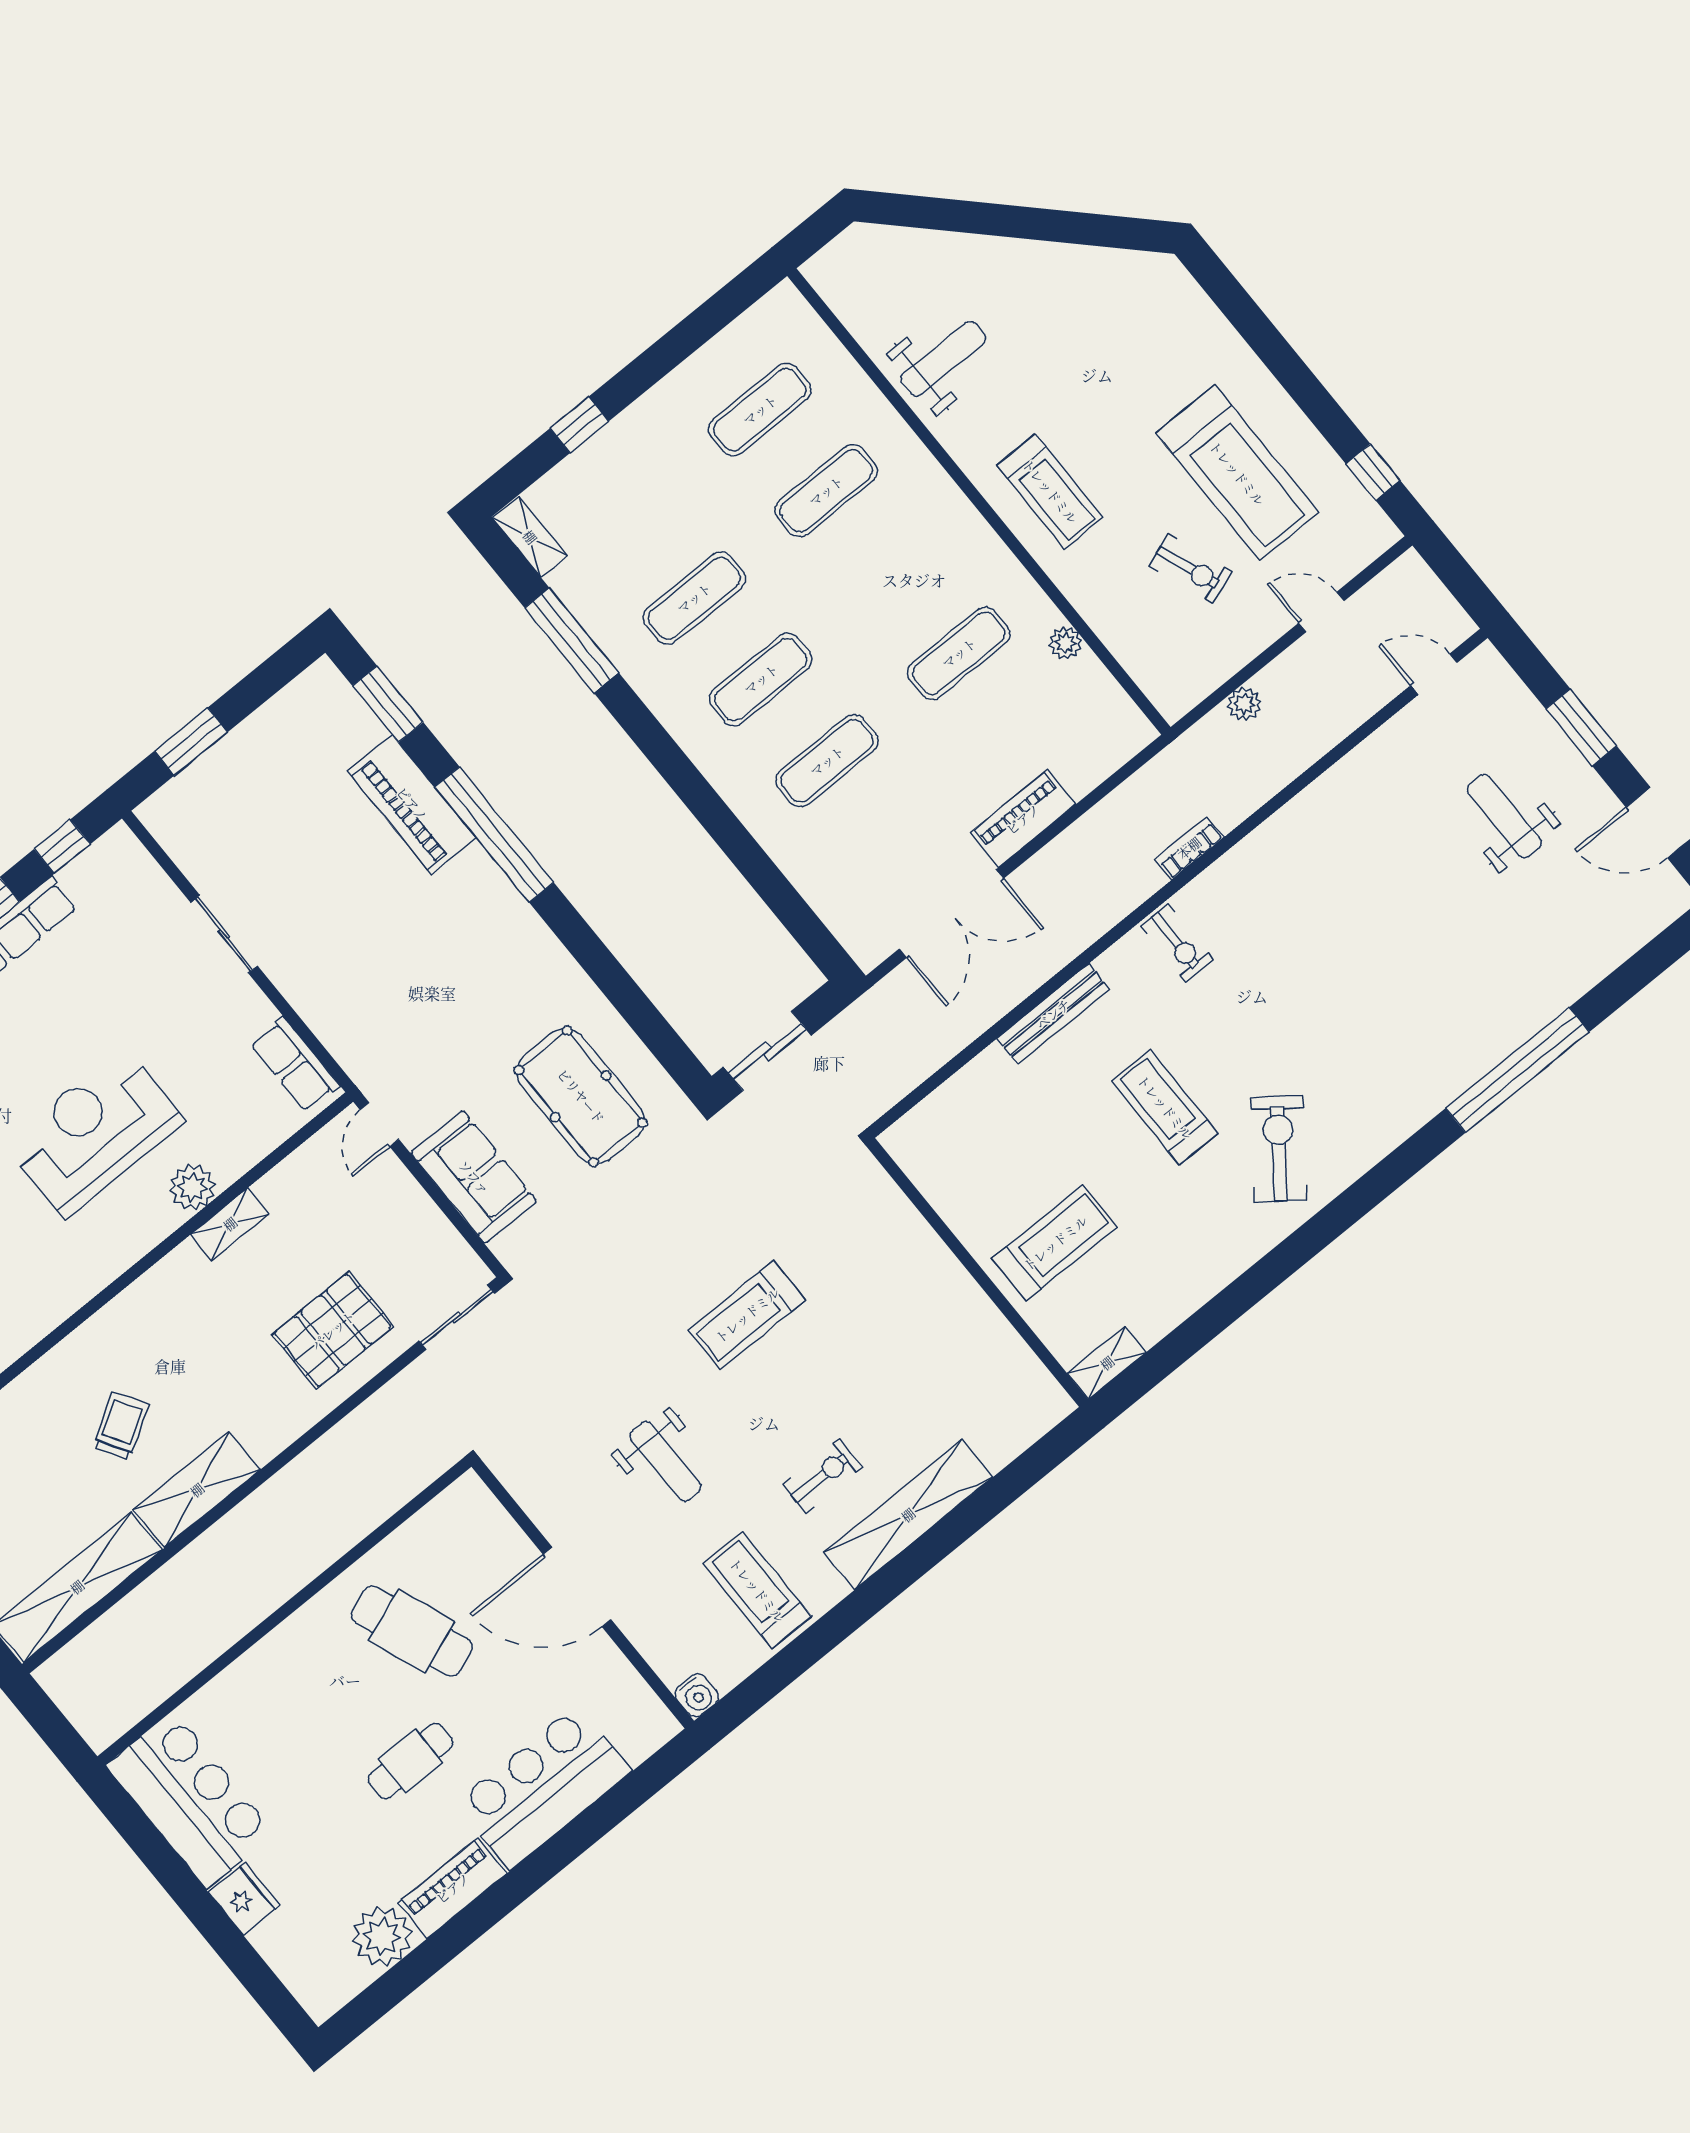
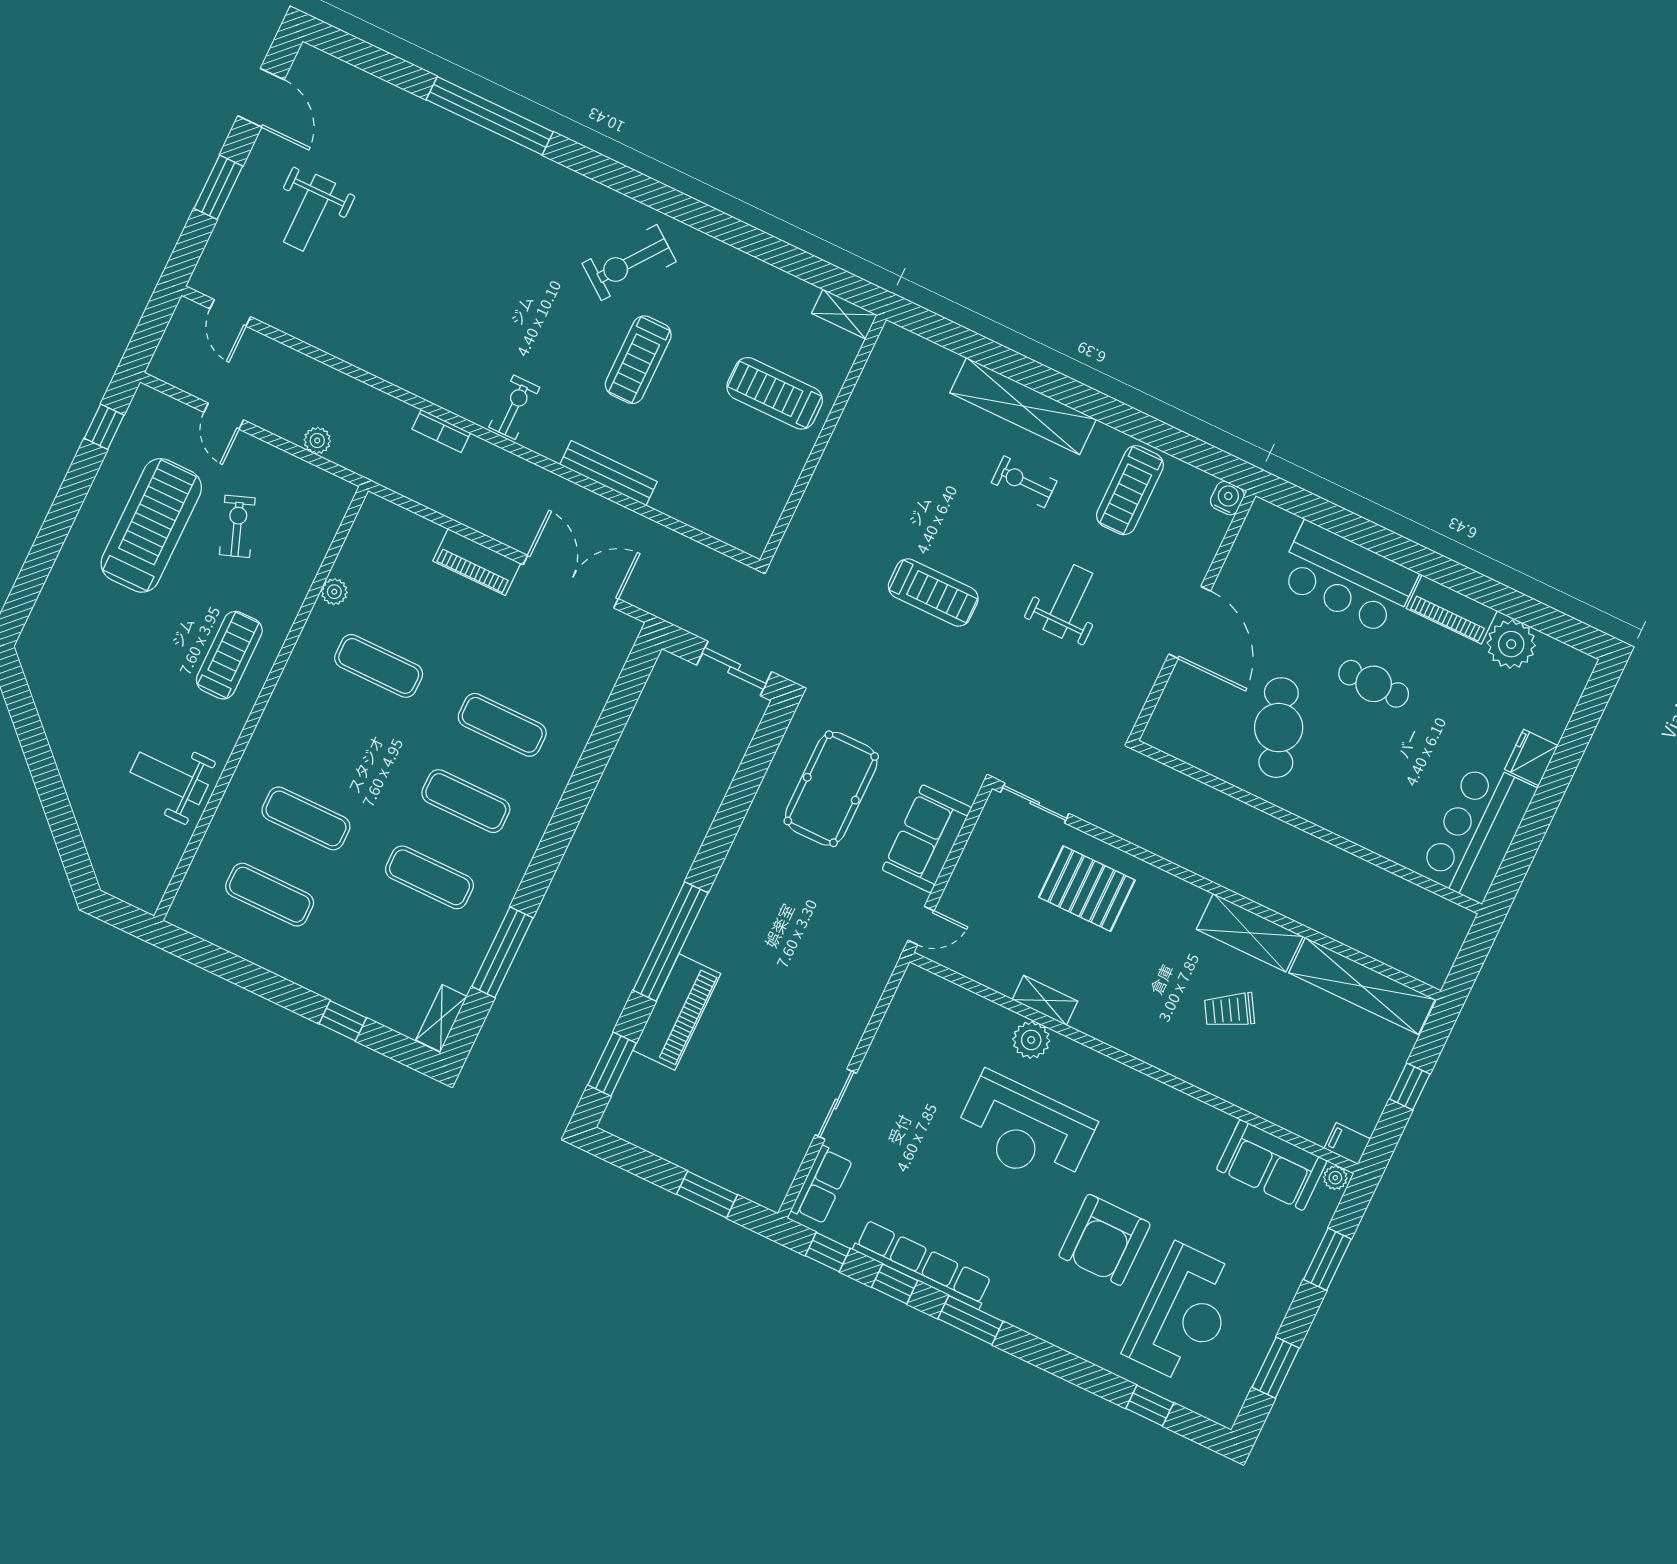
row of seats: (295, 1065) -> (822, 1185), moved

